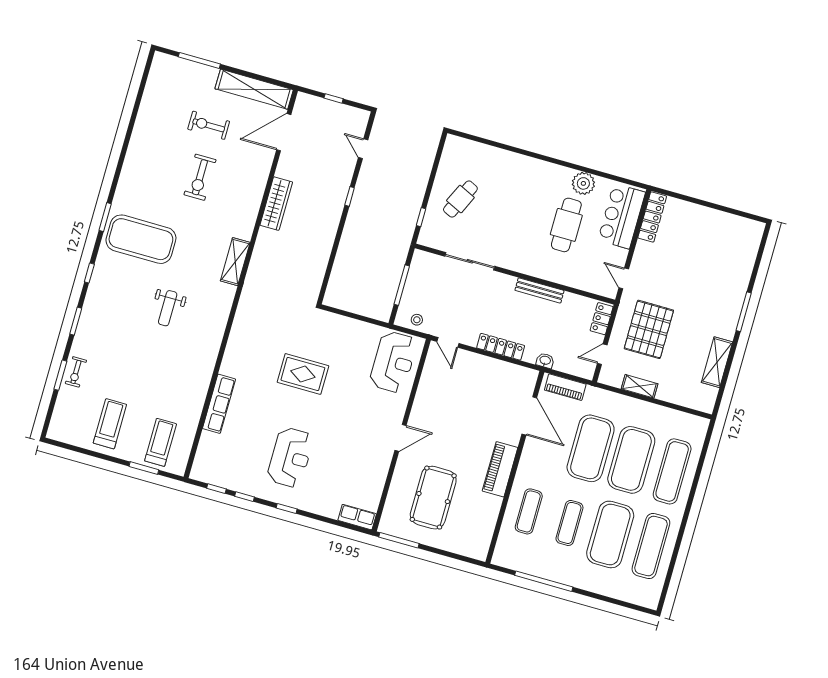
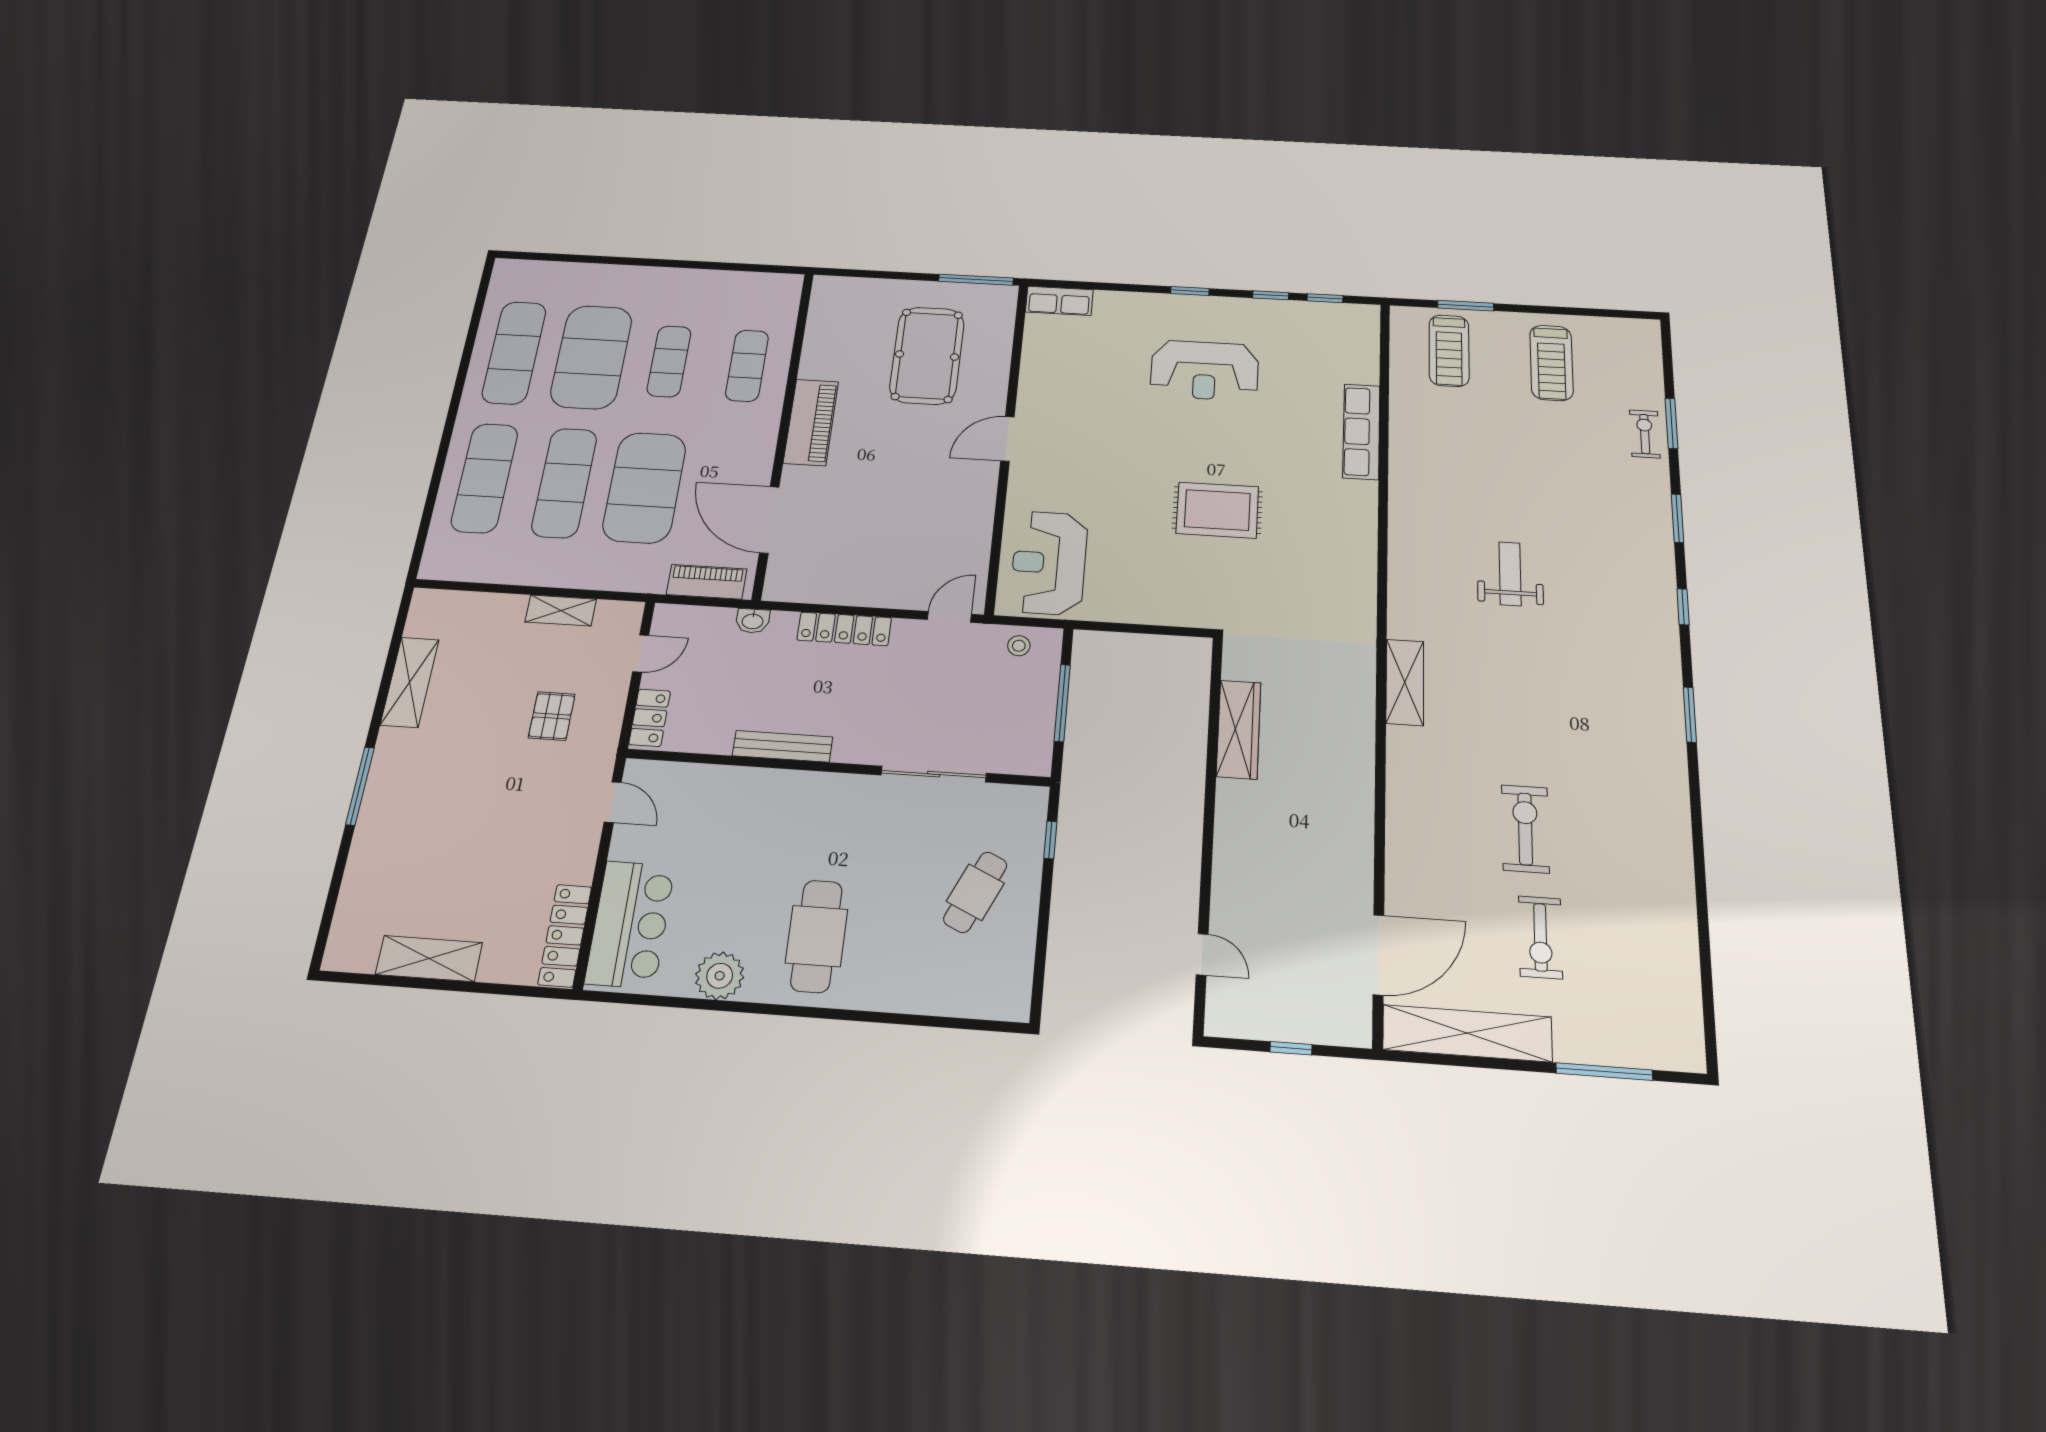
exercise bike: (209, 125) -> (1540, 937), turned 90
window: (350, 196) -> (1207, 852), removed
wardrobe: (276, 204) -> (1239, 729), moved, turned 180
shelving: (716, 219) -> (429, 958), added
cafe table: (566, 225) -> (816, 936), moved
exercise mat: (141, 239) -> (1604, 687), removed
pallet: (649, 329) -> (552, 716), width x0.49, depth x0.50
door: (448, 342) -> (949, 617), hinge flipped
reception desk: (290, 457) -> (1205, 370), turned -90
exercise mat: (631, 460) -> (564, 483), width x0.68
window: (544, 581) -> (704, 265), removed

